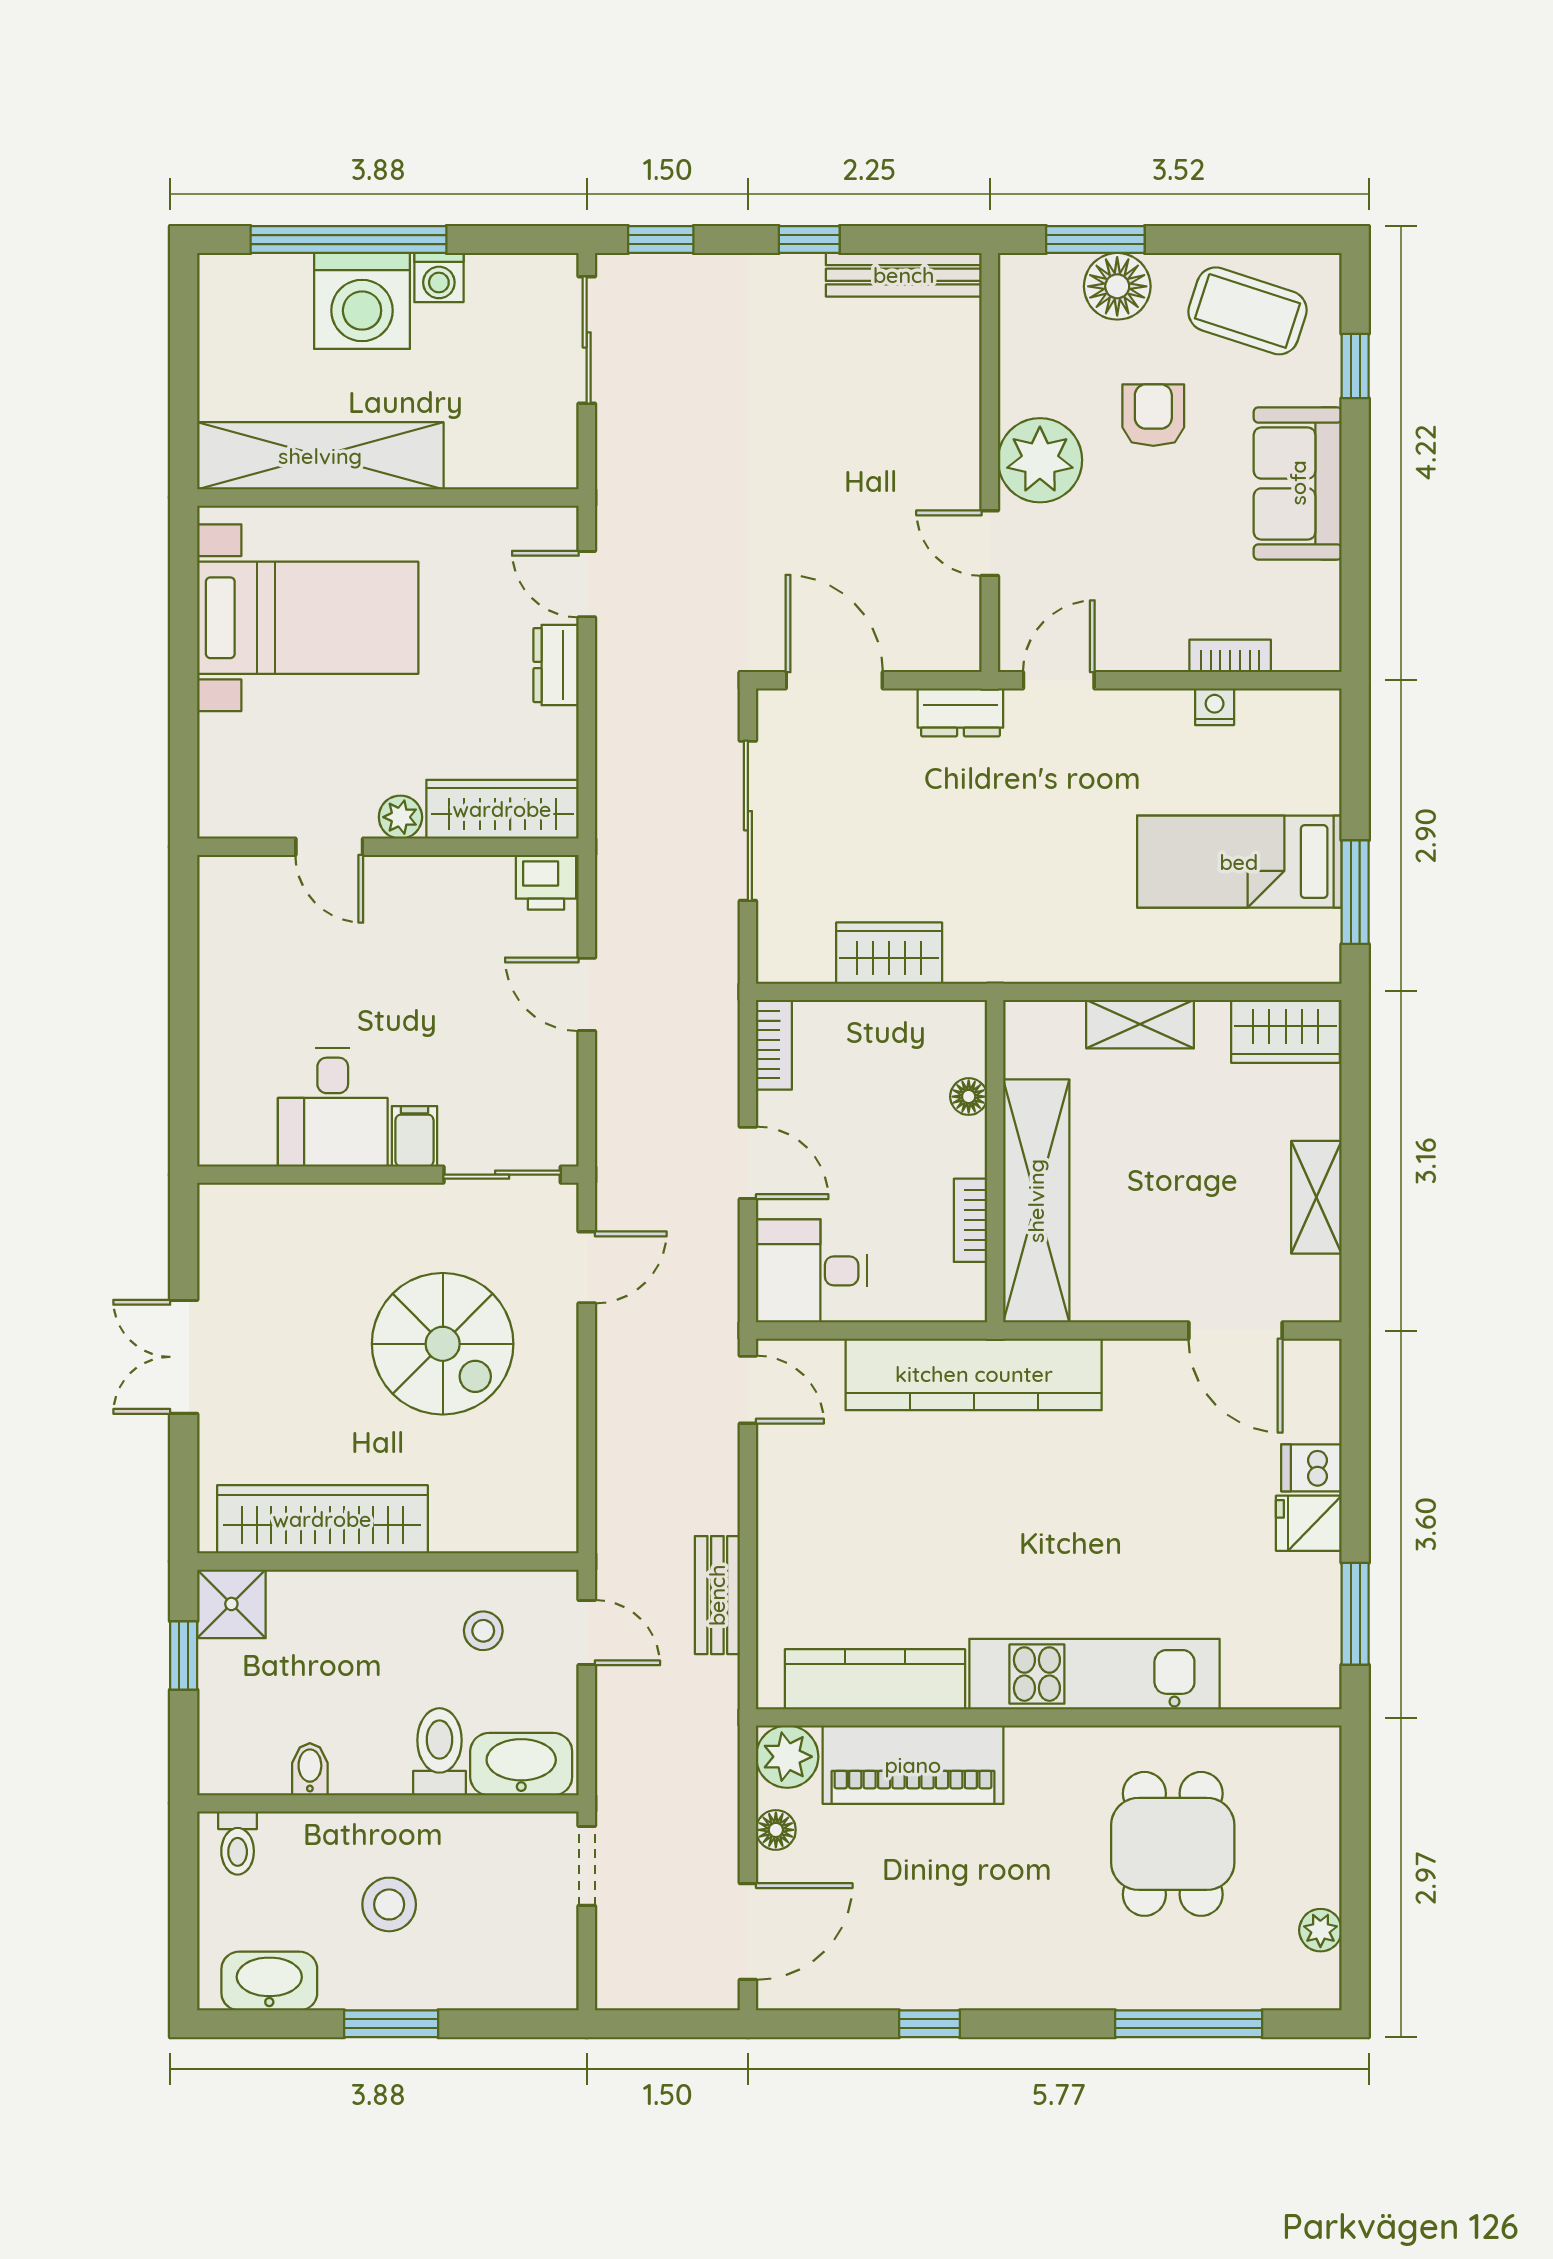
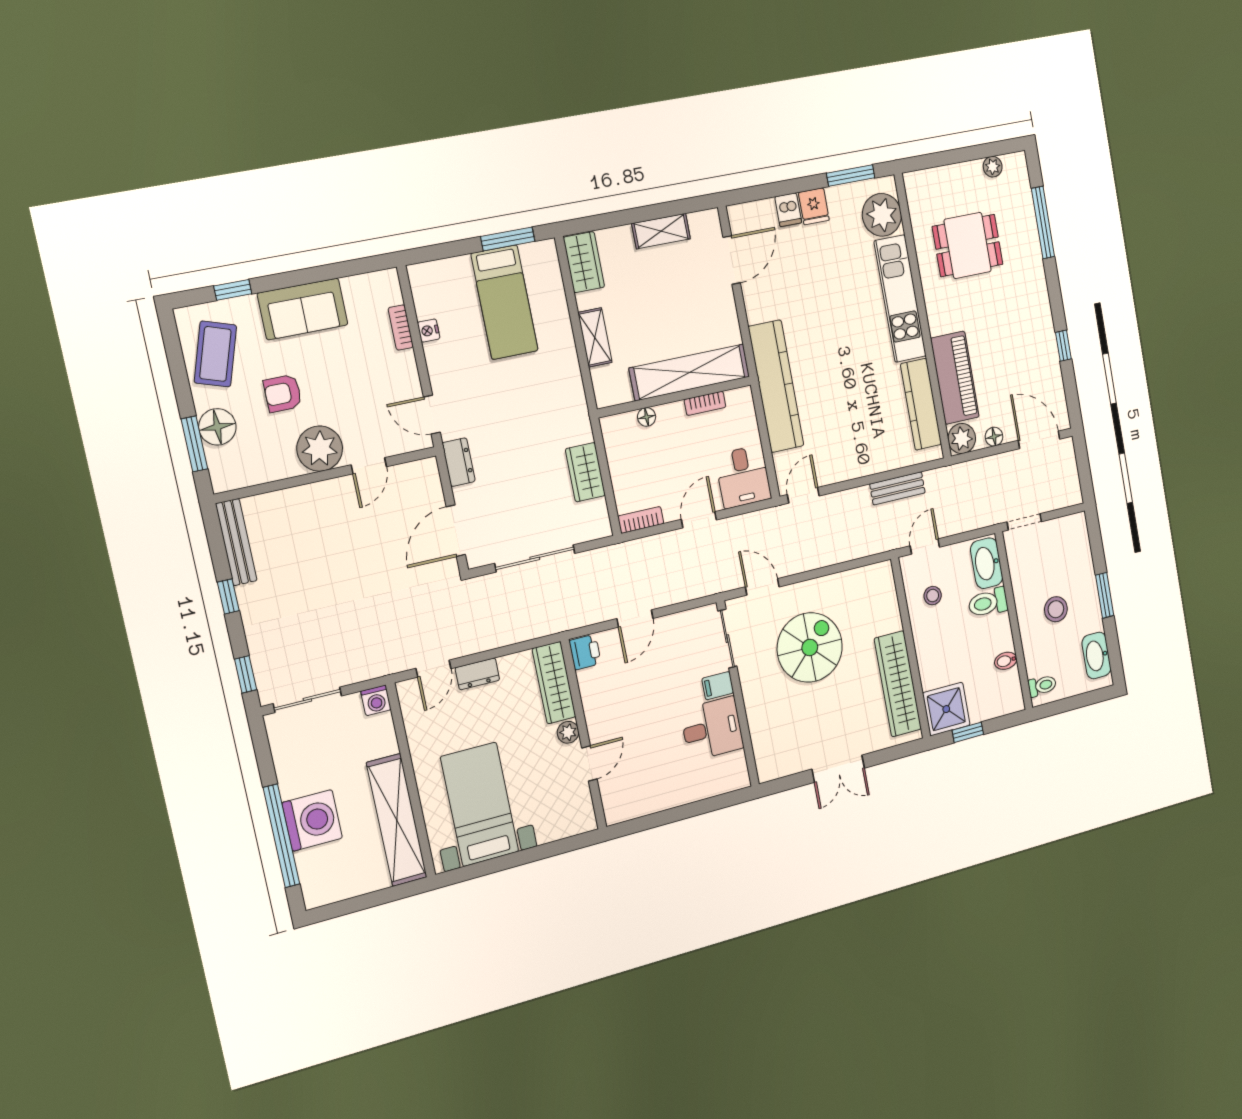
washing machine: (439, 278) -> (376, 700), moved, turned 90
shower: (231, 1604) -> (946, 709), width x1.36, depth x1.36
plant: (1267, 1666) -> (882, 215), added

